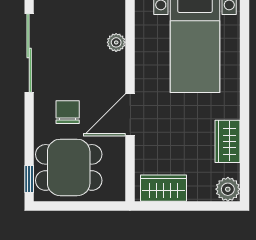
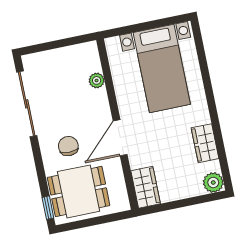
wardrobe: (164, 188) -> (146, 187), moved, turned 90

